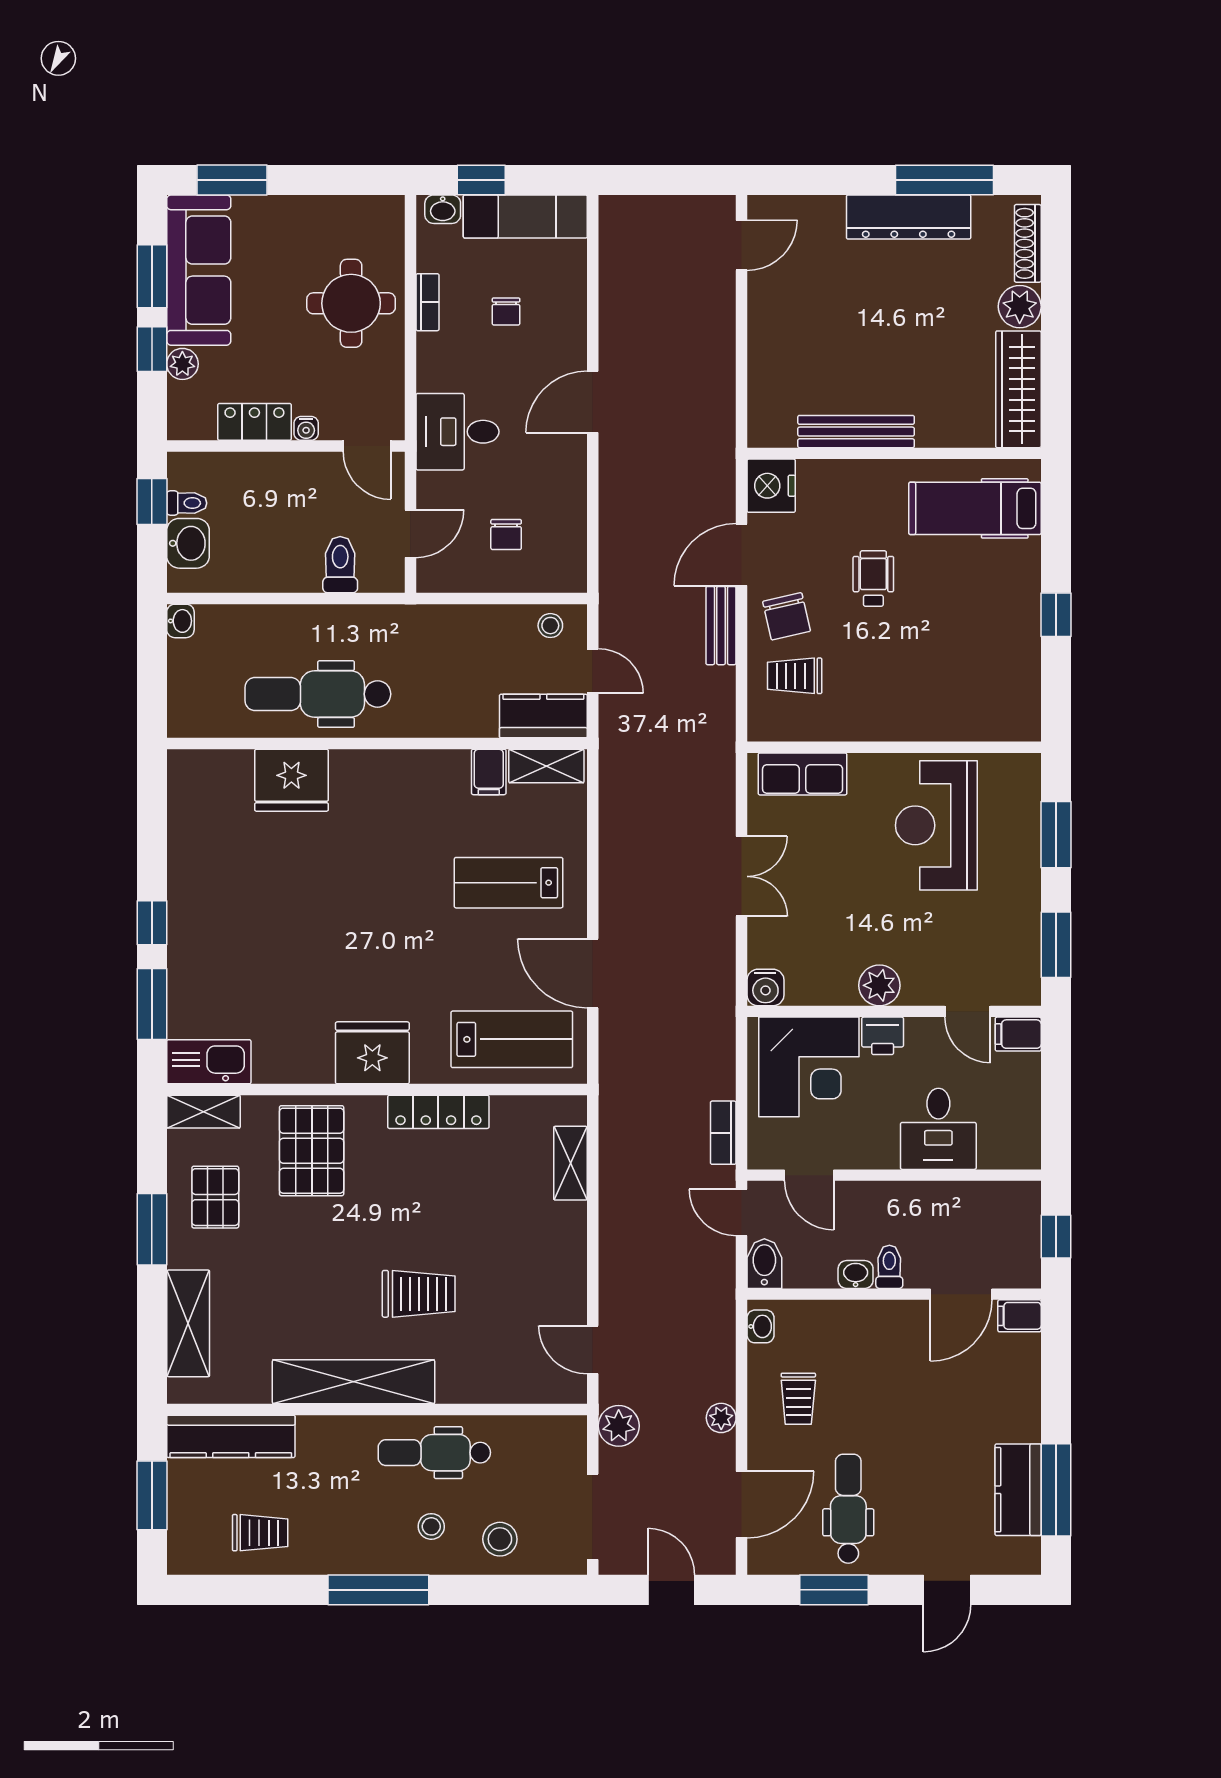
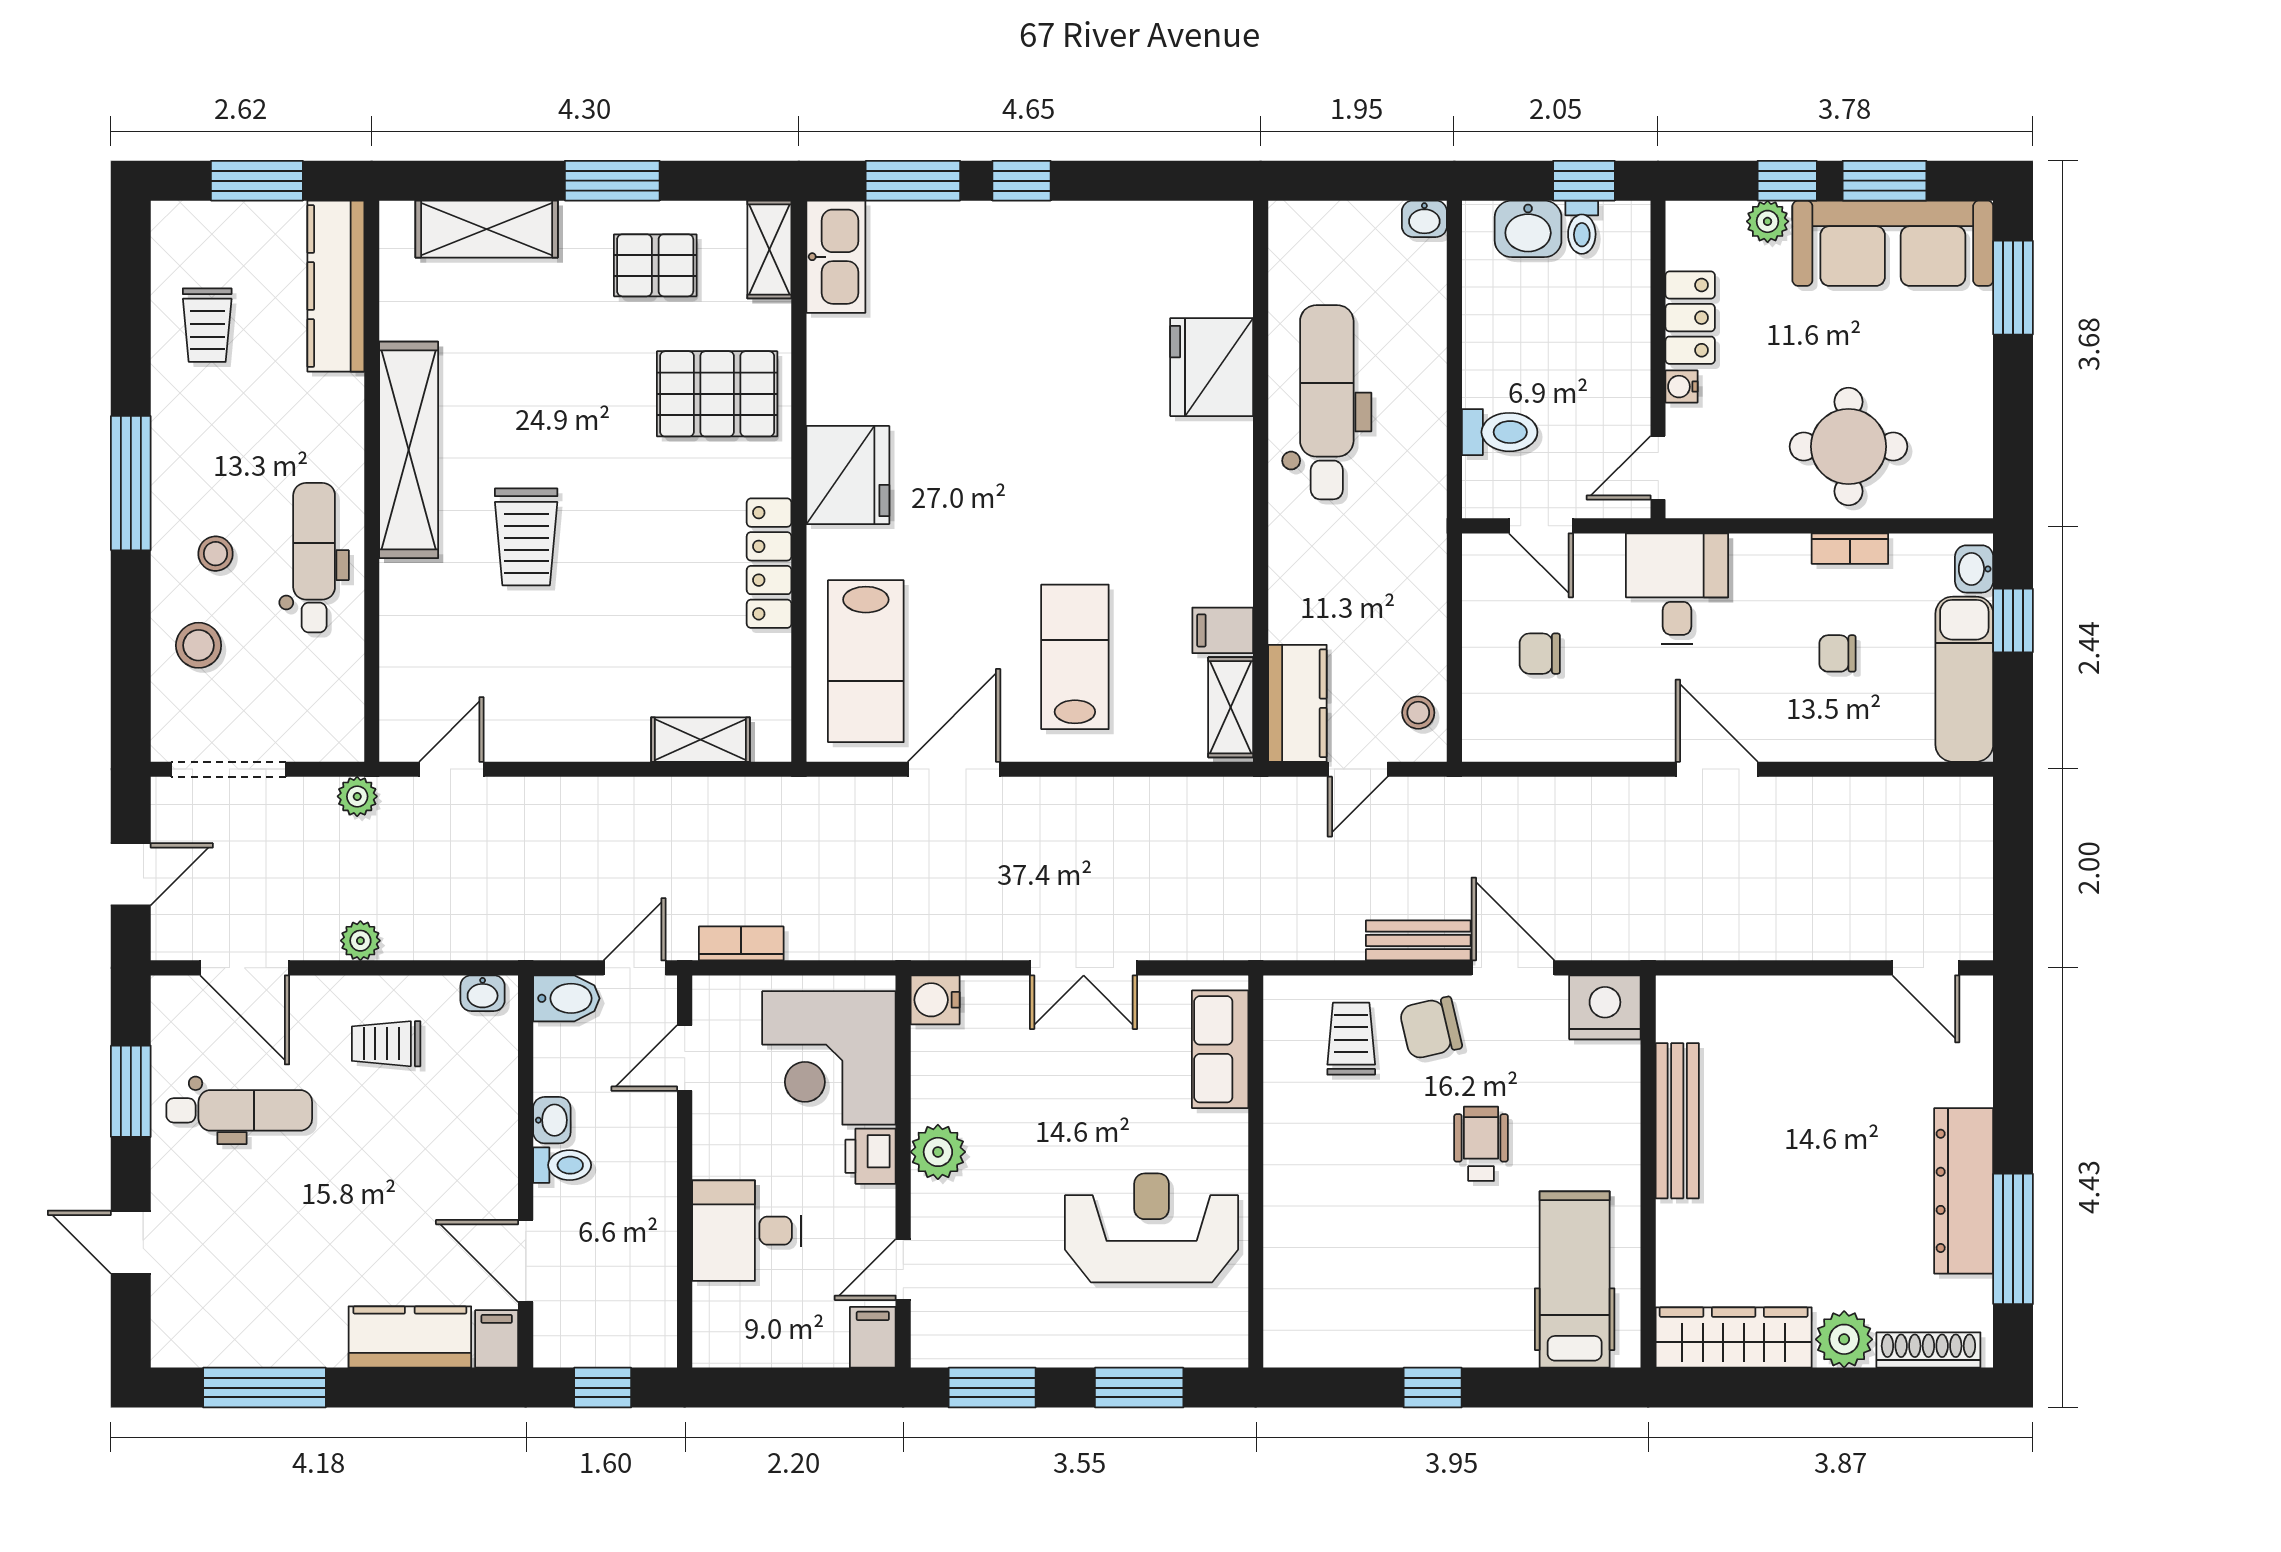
wheelchair: (873, 579) -> (1481, 1144), turned -90
plant: (619, 1426) -> (357, 796), width x0.73, depth x0.73
kitchen counter: (1018, 1490) -> (410, 1337), moved

